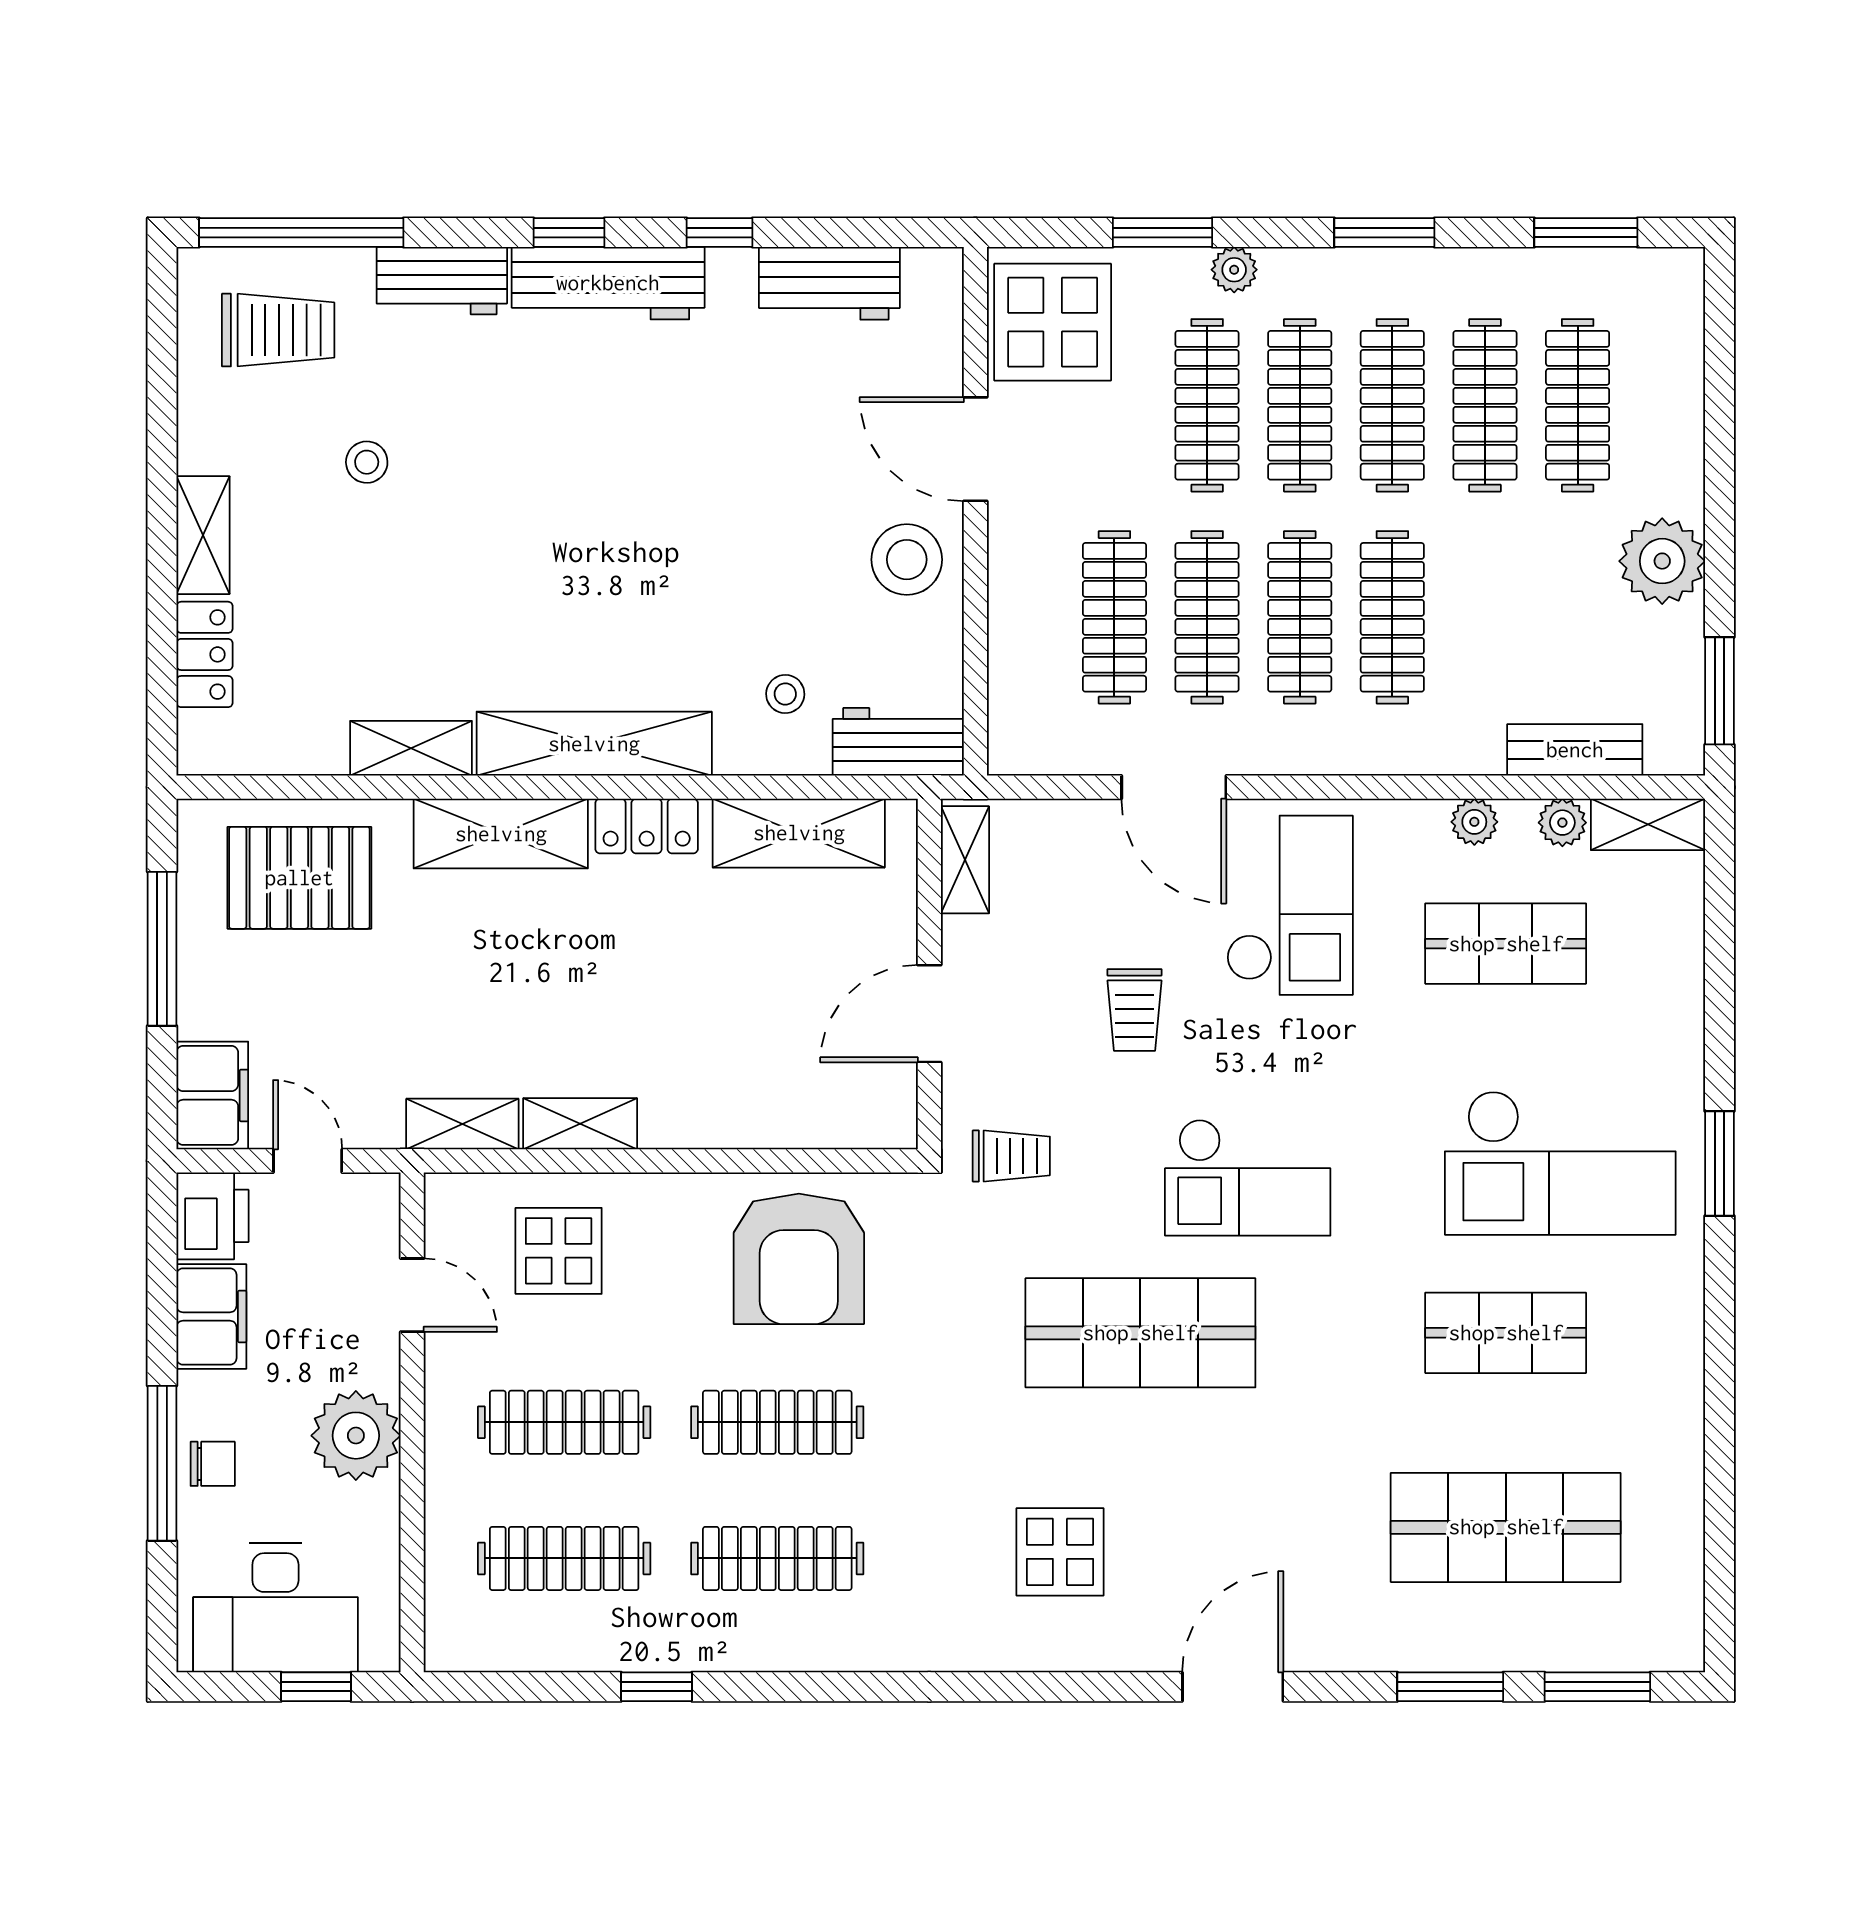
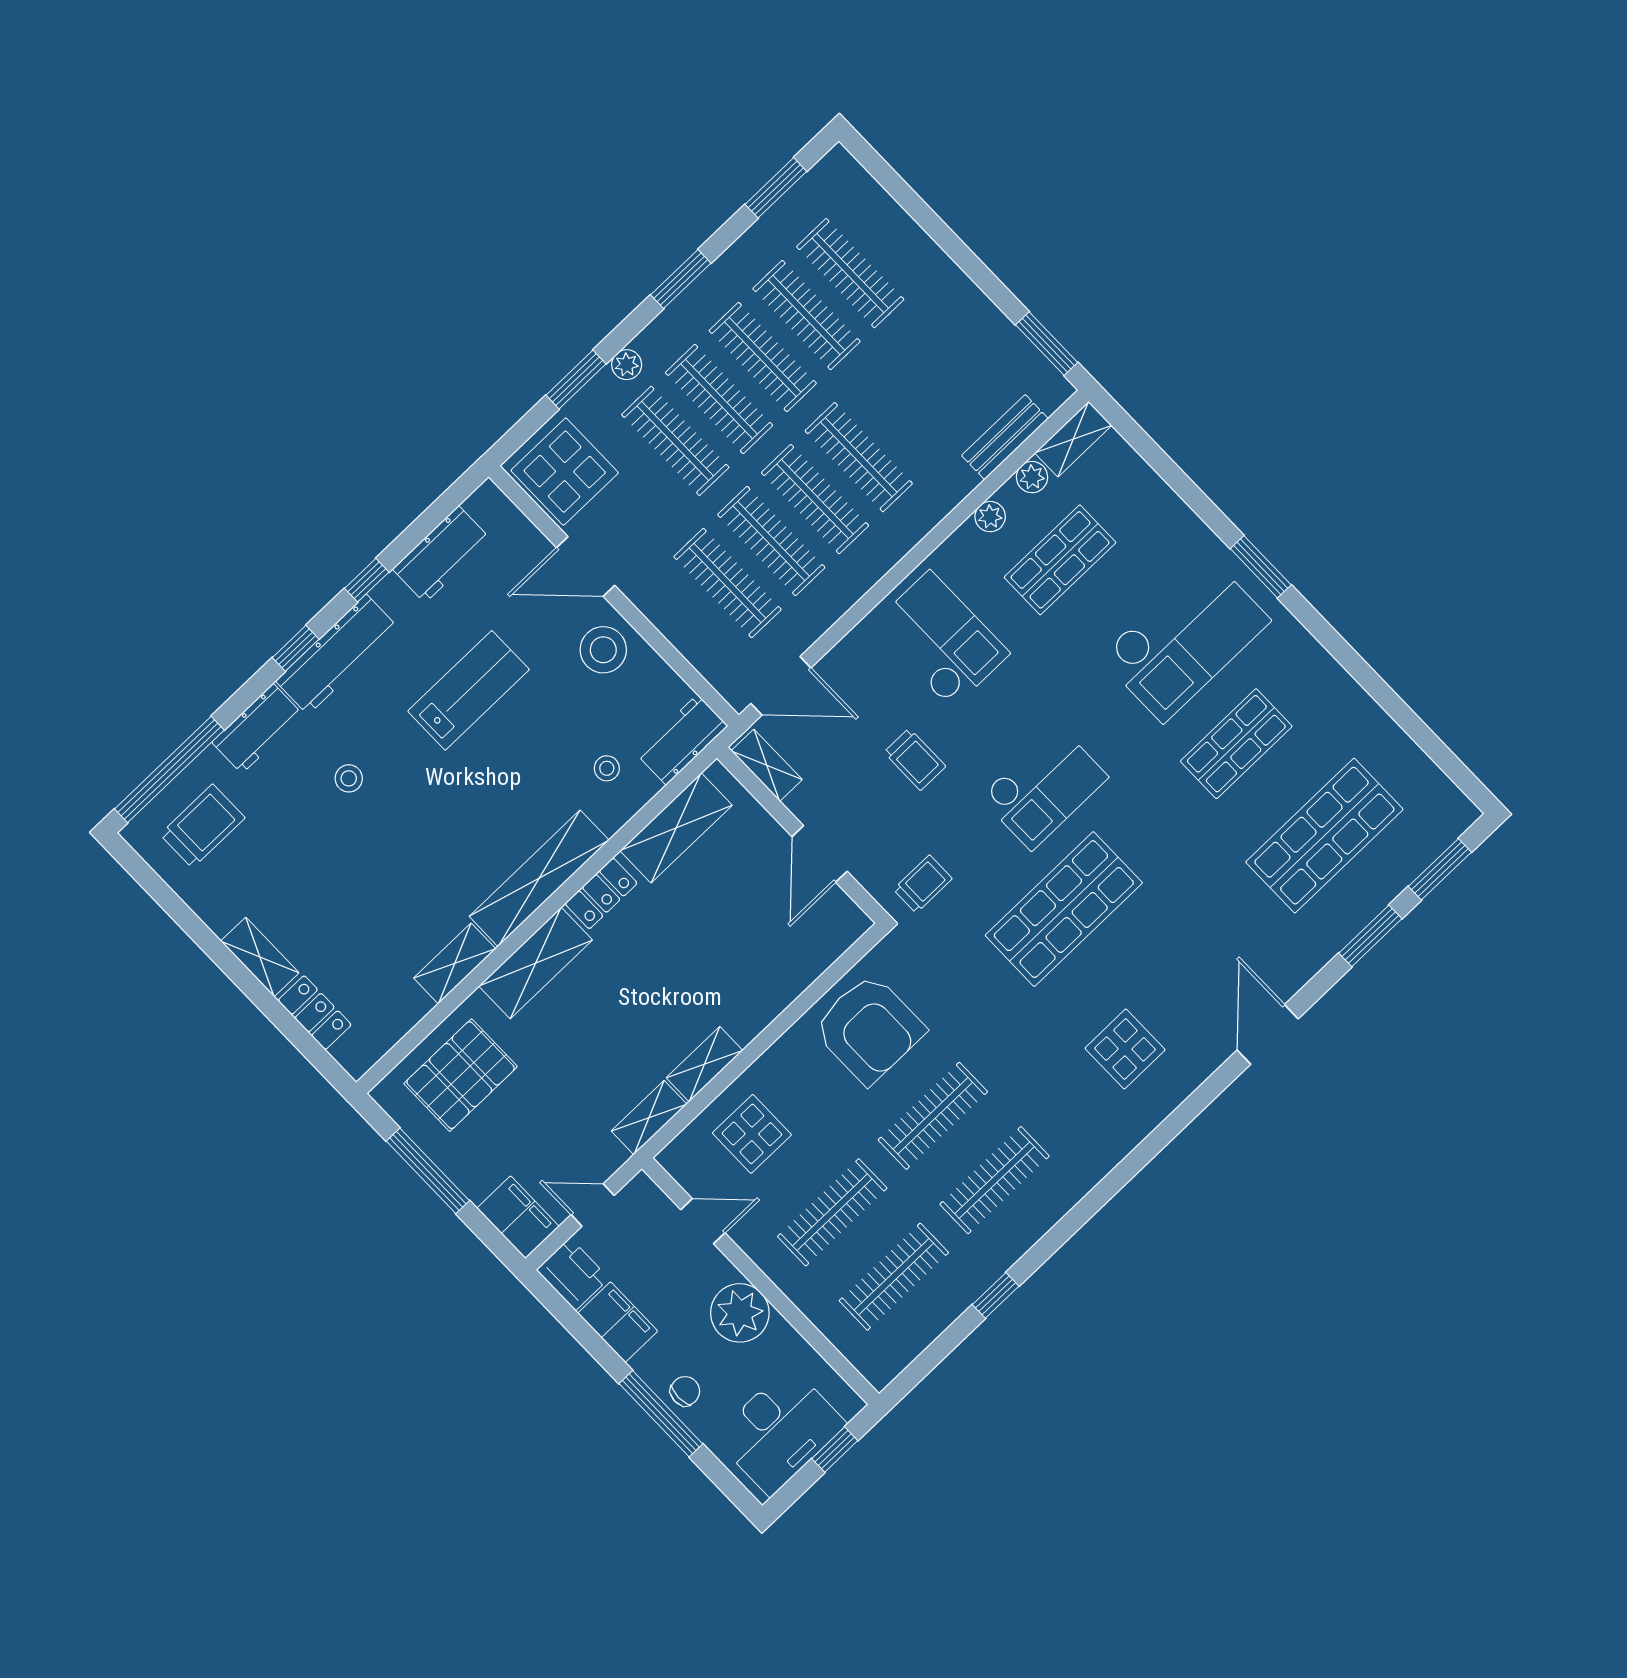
stool: (367, 462) -> (349, 778), moved
lab bench: (715, 462) -> (468, 690), added
plant: (1662, 561) -> (961, 308), removed
door: (1174, 787) -> (781, 686), moved

